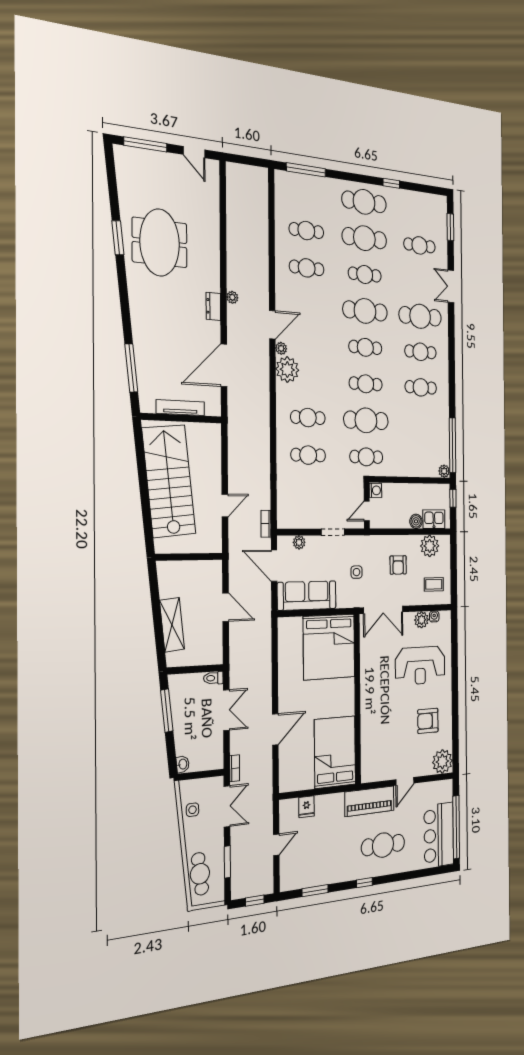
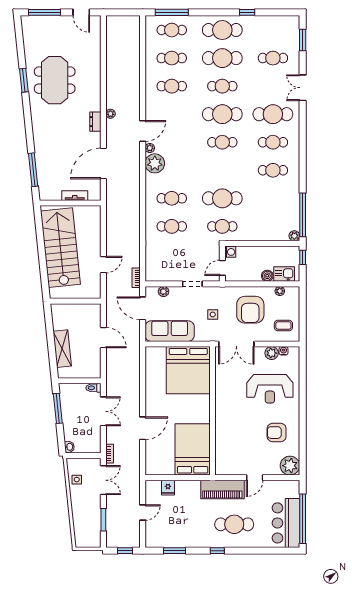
cafe table: (366, 384) -> (172, 30), moved
tv unit: (180, 408) -> (75, 196), width x0.71
plant: (430, 546) -> (280, 291), width x0.53, depth x0.53
armchair: (398, 565) -> (250, 310), width x1.88, depth x1.88
cafe table: (200, 874) -> (82, 525), removed

